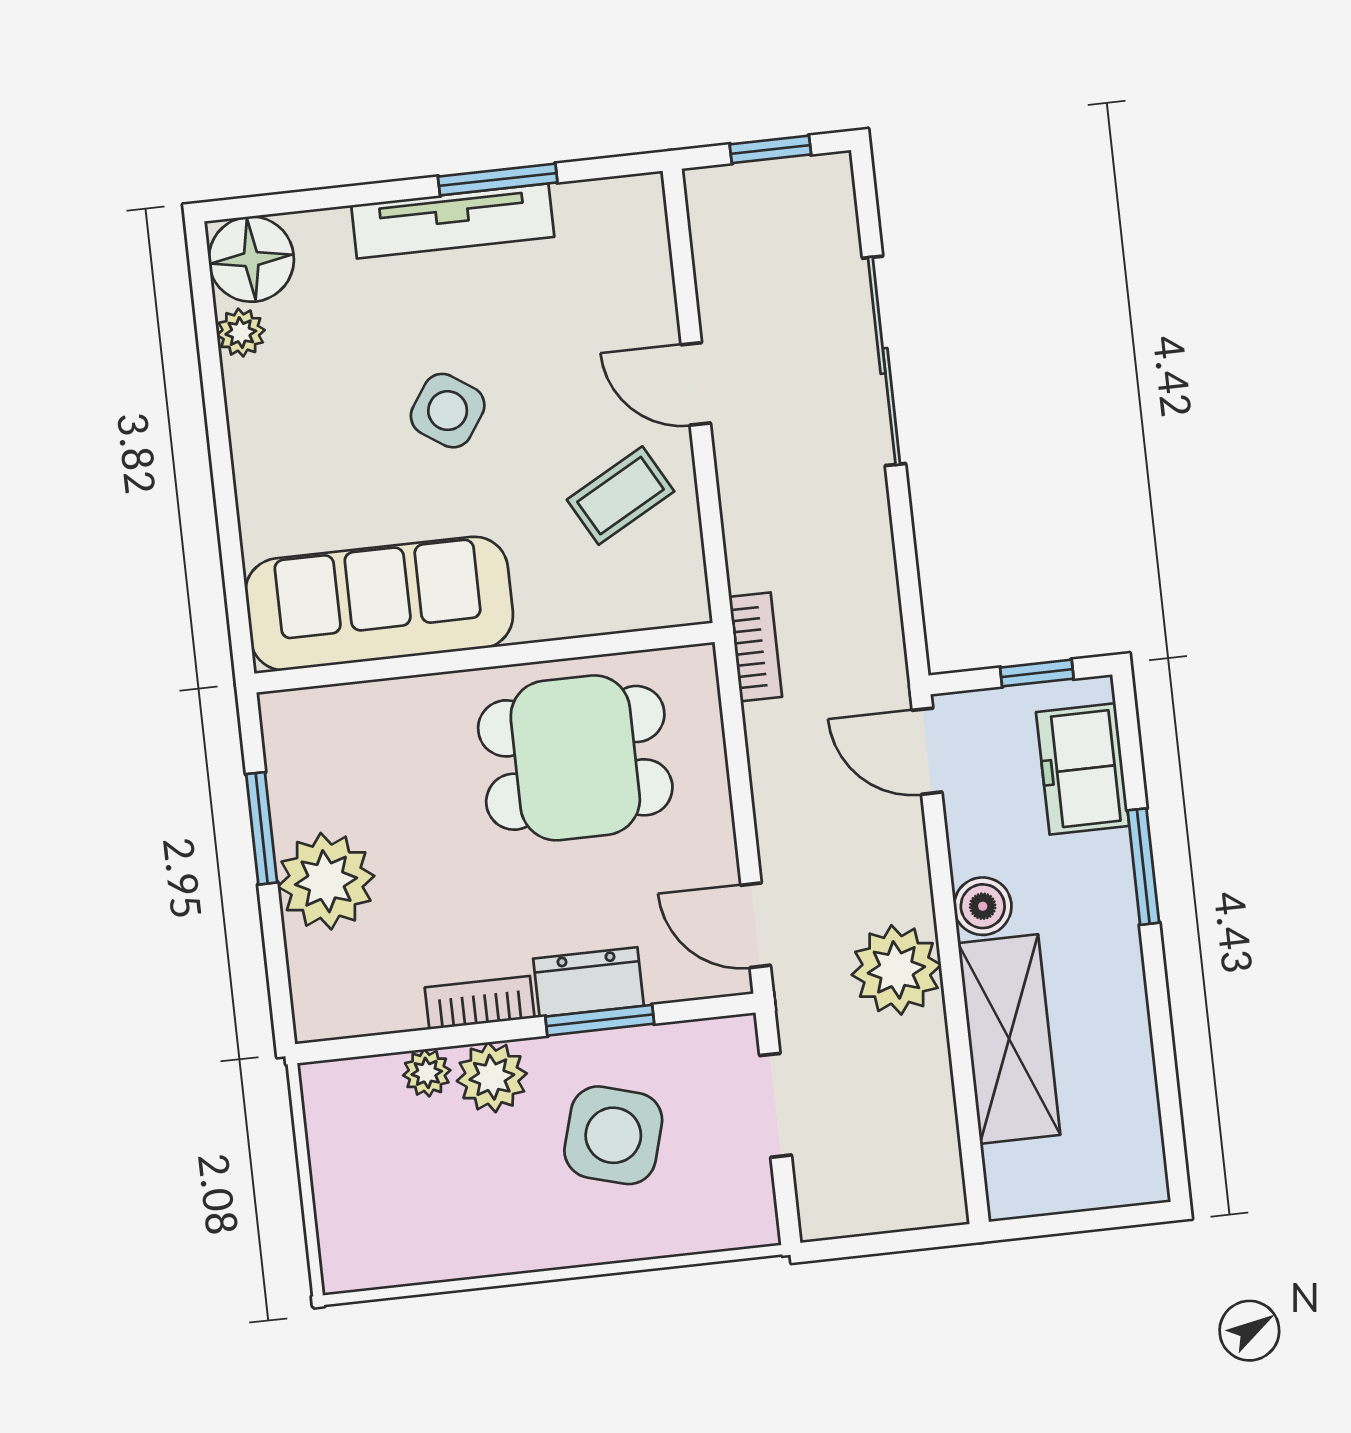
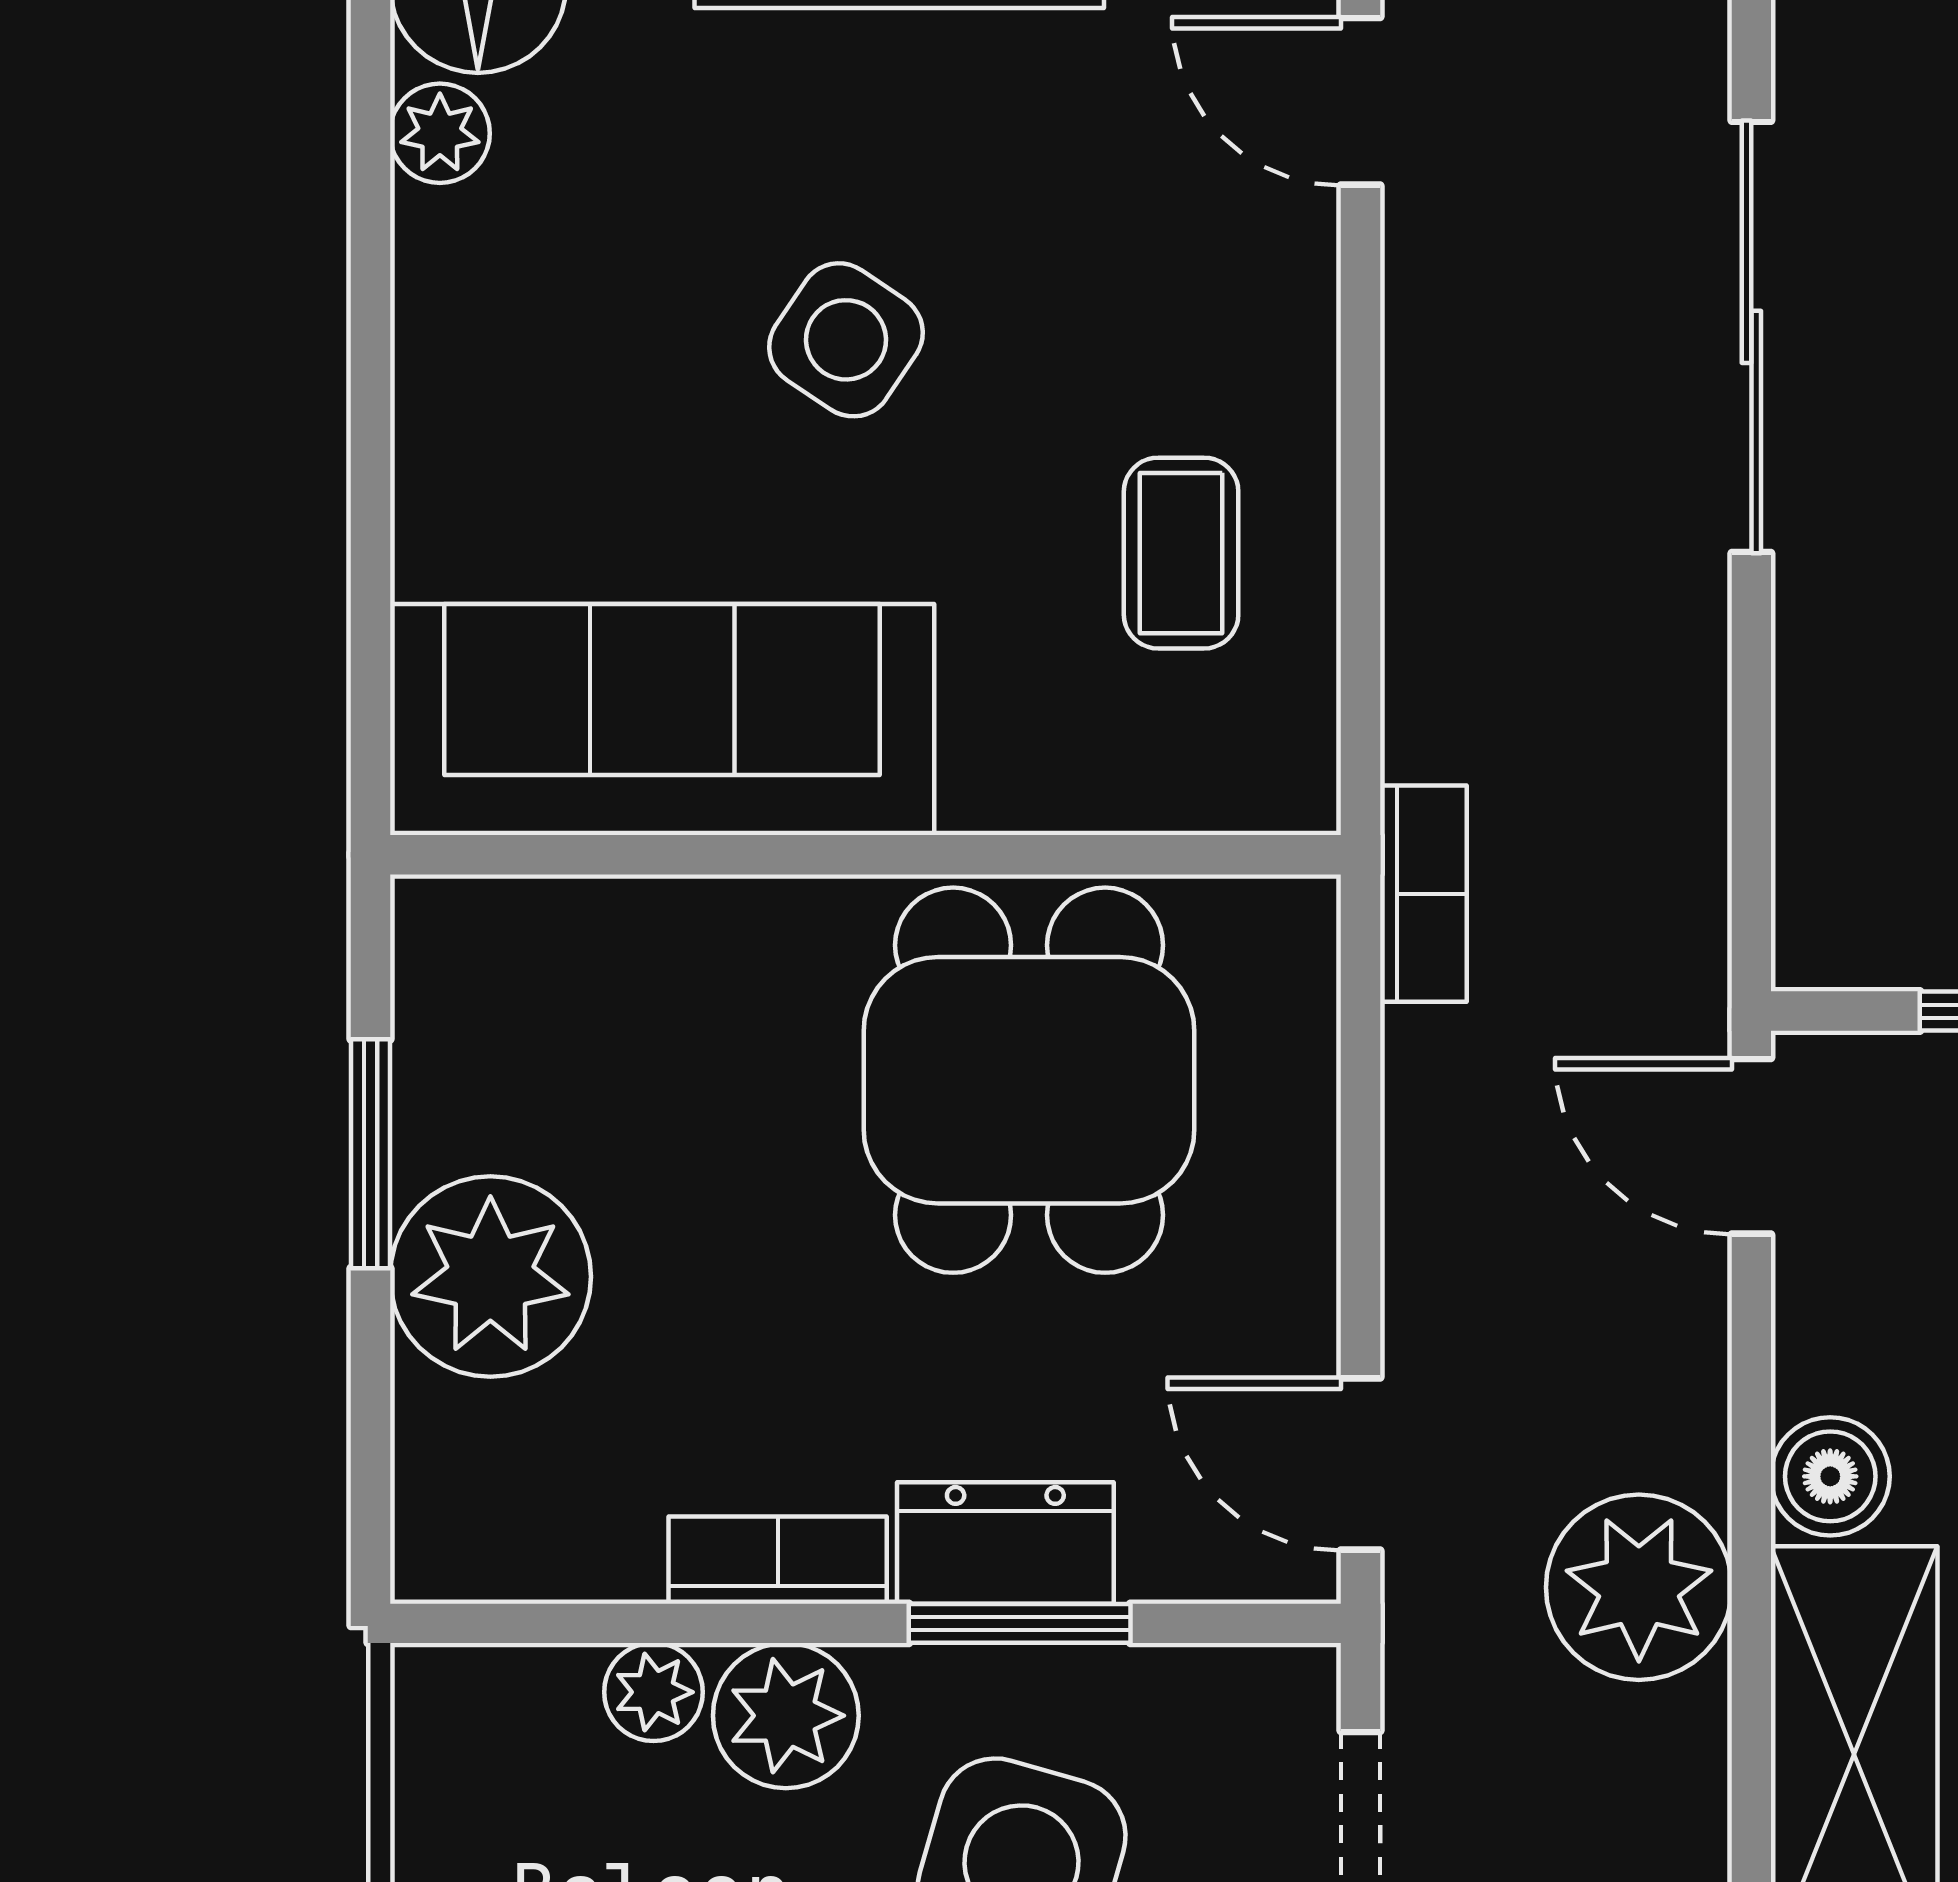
door: (696, 384) -> (1361, 101), moved
coffee table: (621, 496) -> (1181, 553), turned -61
dining table: (575, 758) -> (1029, 1080), turned 90

